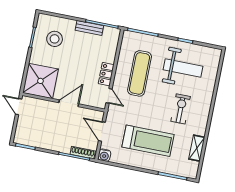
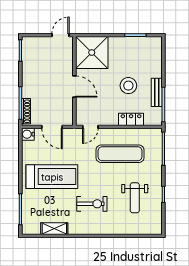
stool: (55, 39) -> (128, 86), moved
weight bench: (183, 68) -> (135, 198), width x0.73, depth x0.75
locker: (106, 74) -> (131, 119), moved
door: (102, 131) -> (52, 127), swing flipped
treadmill: (148, 141) -> (52, 177), turned -90

